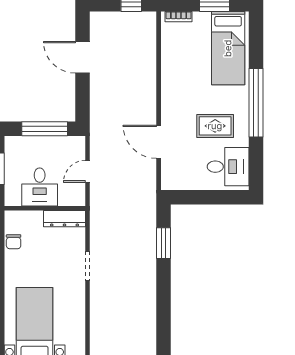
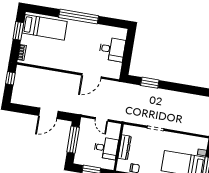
door: (83, 57) -> (48, 113), moved
rug: (215, 126) -> (88, 42), removed
desk: (228, 167) -> (112, 49), moved, turned 90
dresser: (64, 219) -> (125, 147), moved

